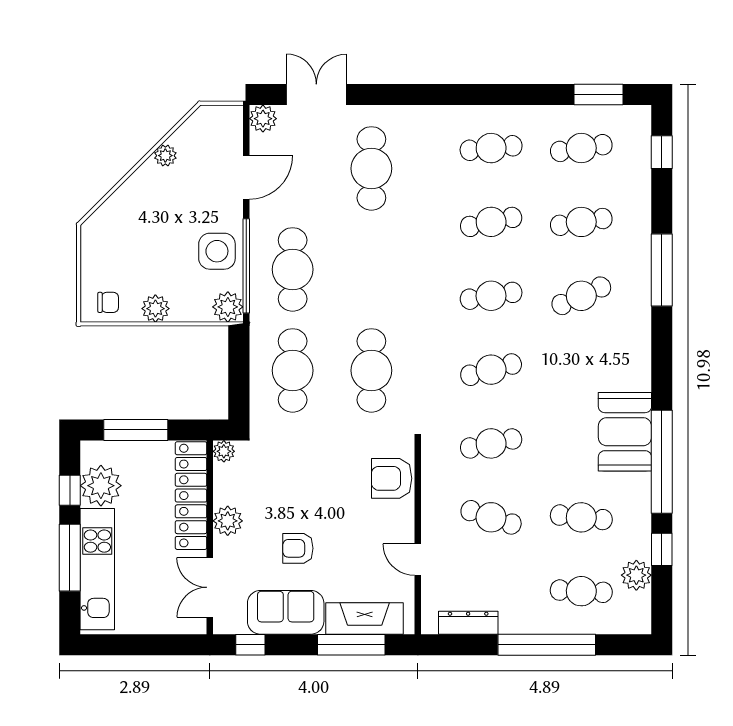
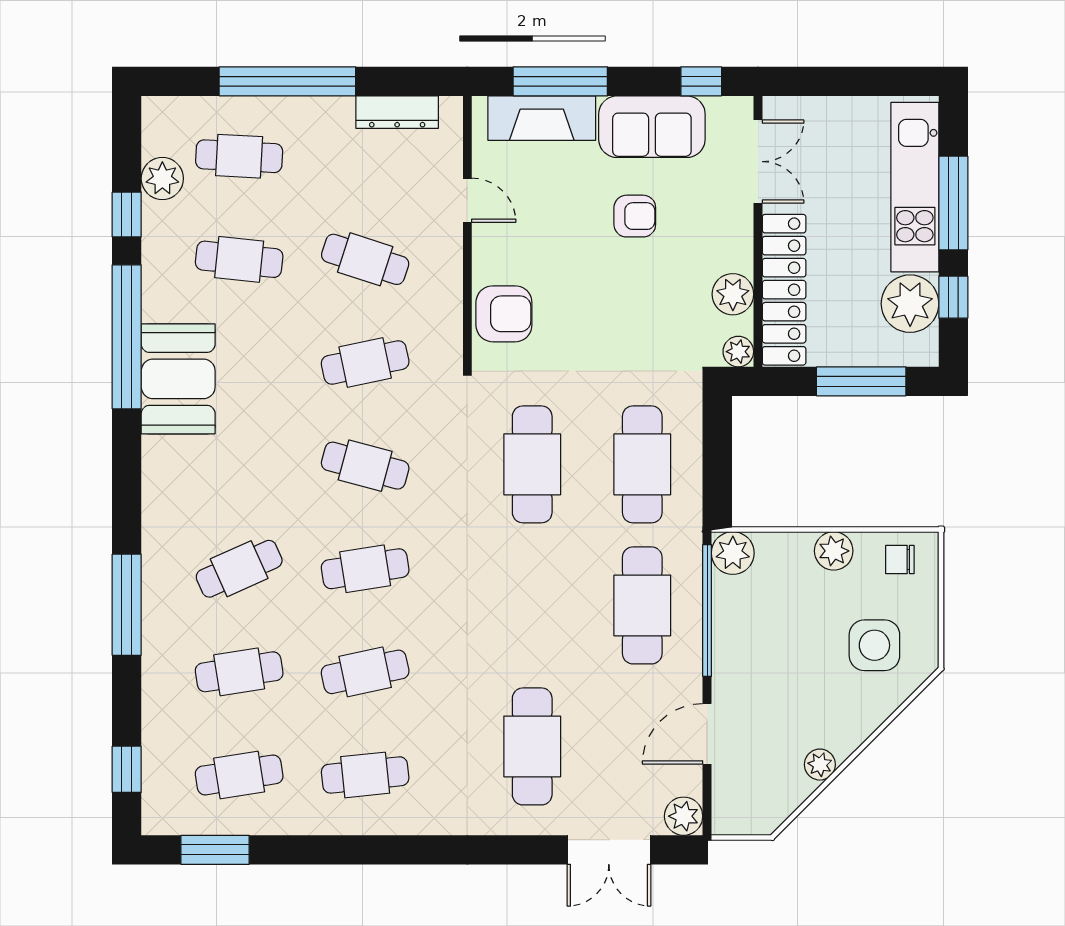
side table: (217, 251) -> (874, 645), moved
cafe table: (491, 370) -> (365, 466), turned 30
plant: (228, 521) -> (733, 294), moved

